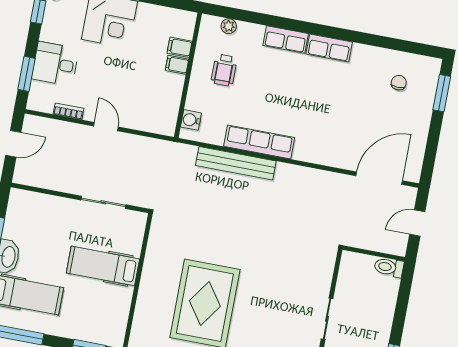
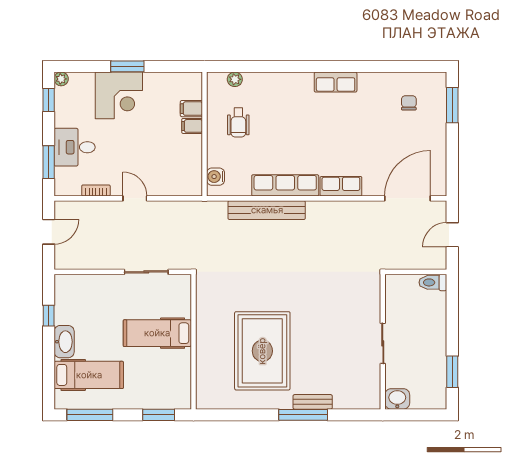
row of seats: (286, 40) -> (341, 186), moved, turned 180

